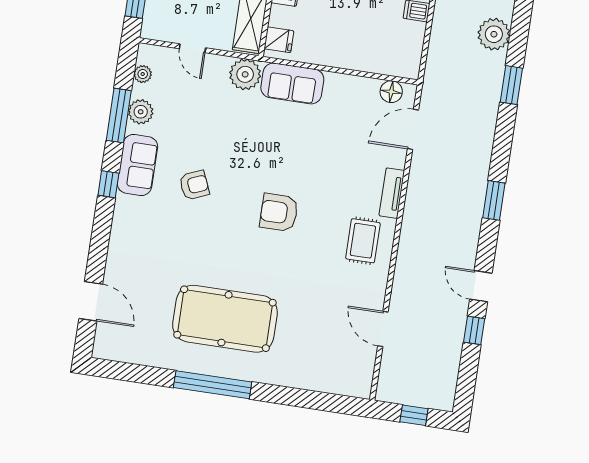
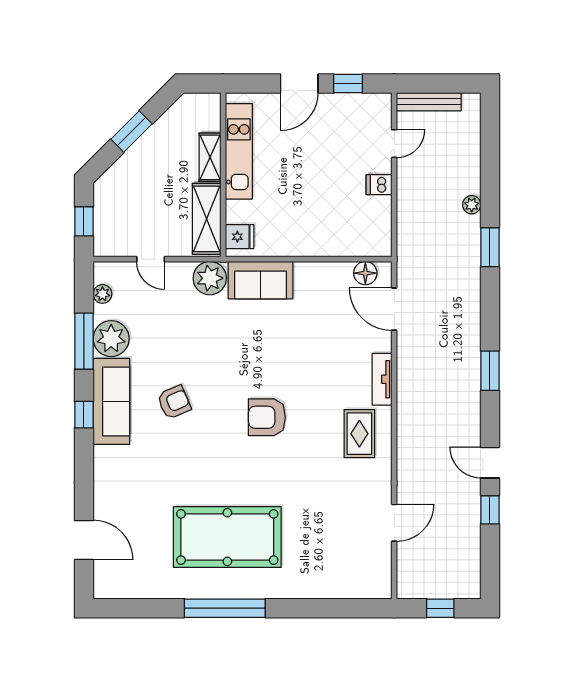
plant: (494, 34) -> (472, 205), width x0.53, depth x0.53
plant: (141, 112) -> (111, 339), width x1.36, depth x1.36
door: (413, 129) -> (394, 309), hinge flipped
sofa: (137, 165) -> (111, 401), width x1.36
door: (383, 329) -> (394, 523), swing flipped

